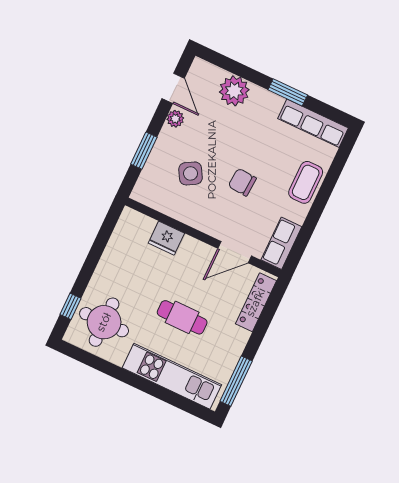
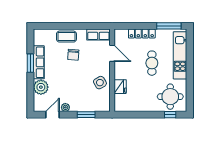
row of seats: (313, 123) -> (39, 62), moved
side table: (191, 173) -> (100, 83), moved
chair: (242, 182) -> (73, 55), moved
locker: (256, 302) -> (142, 34), moved

